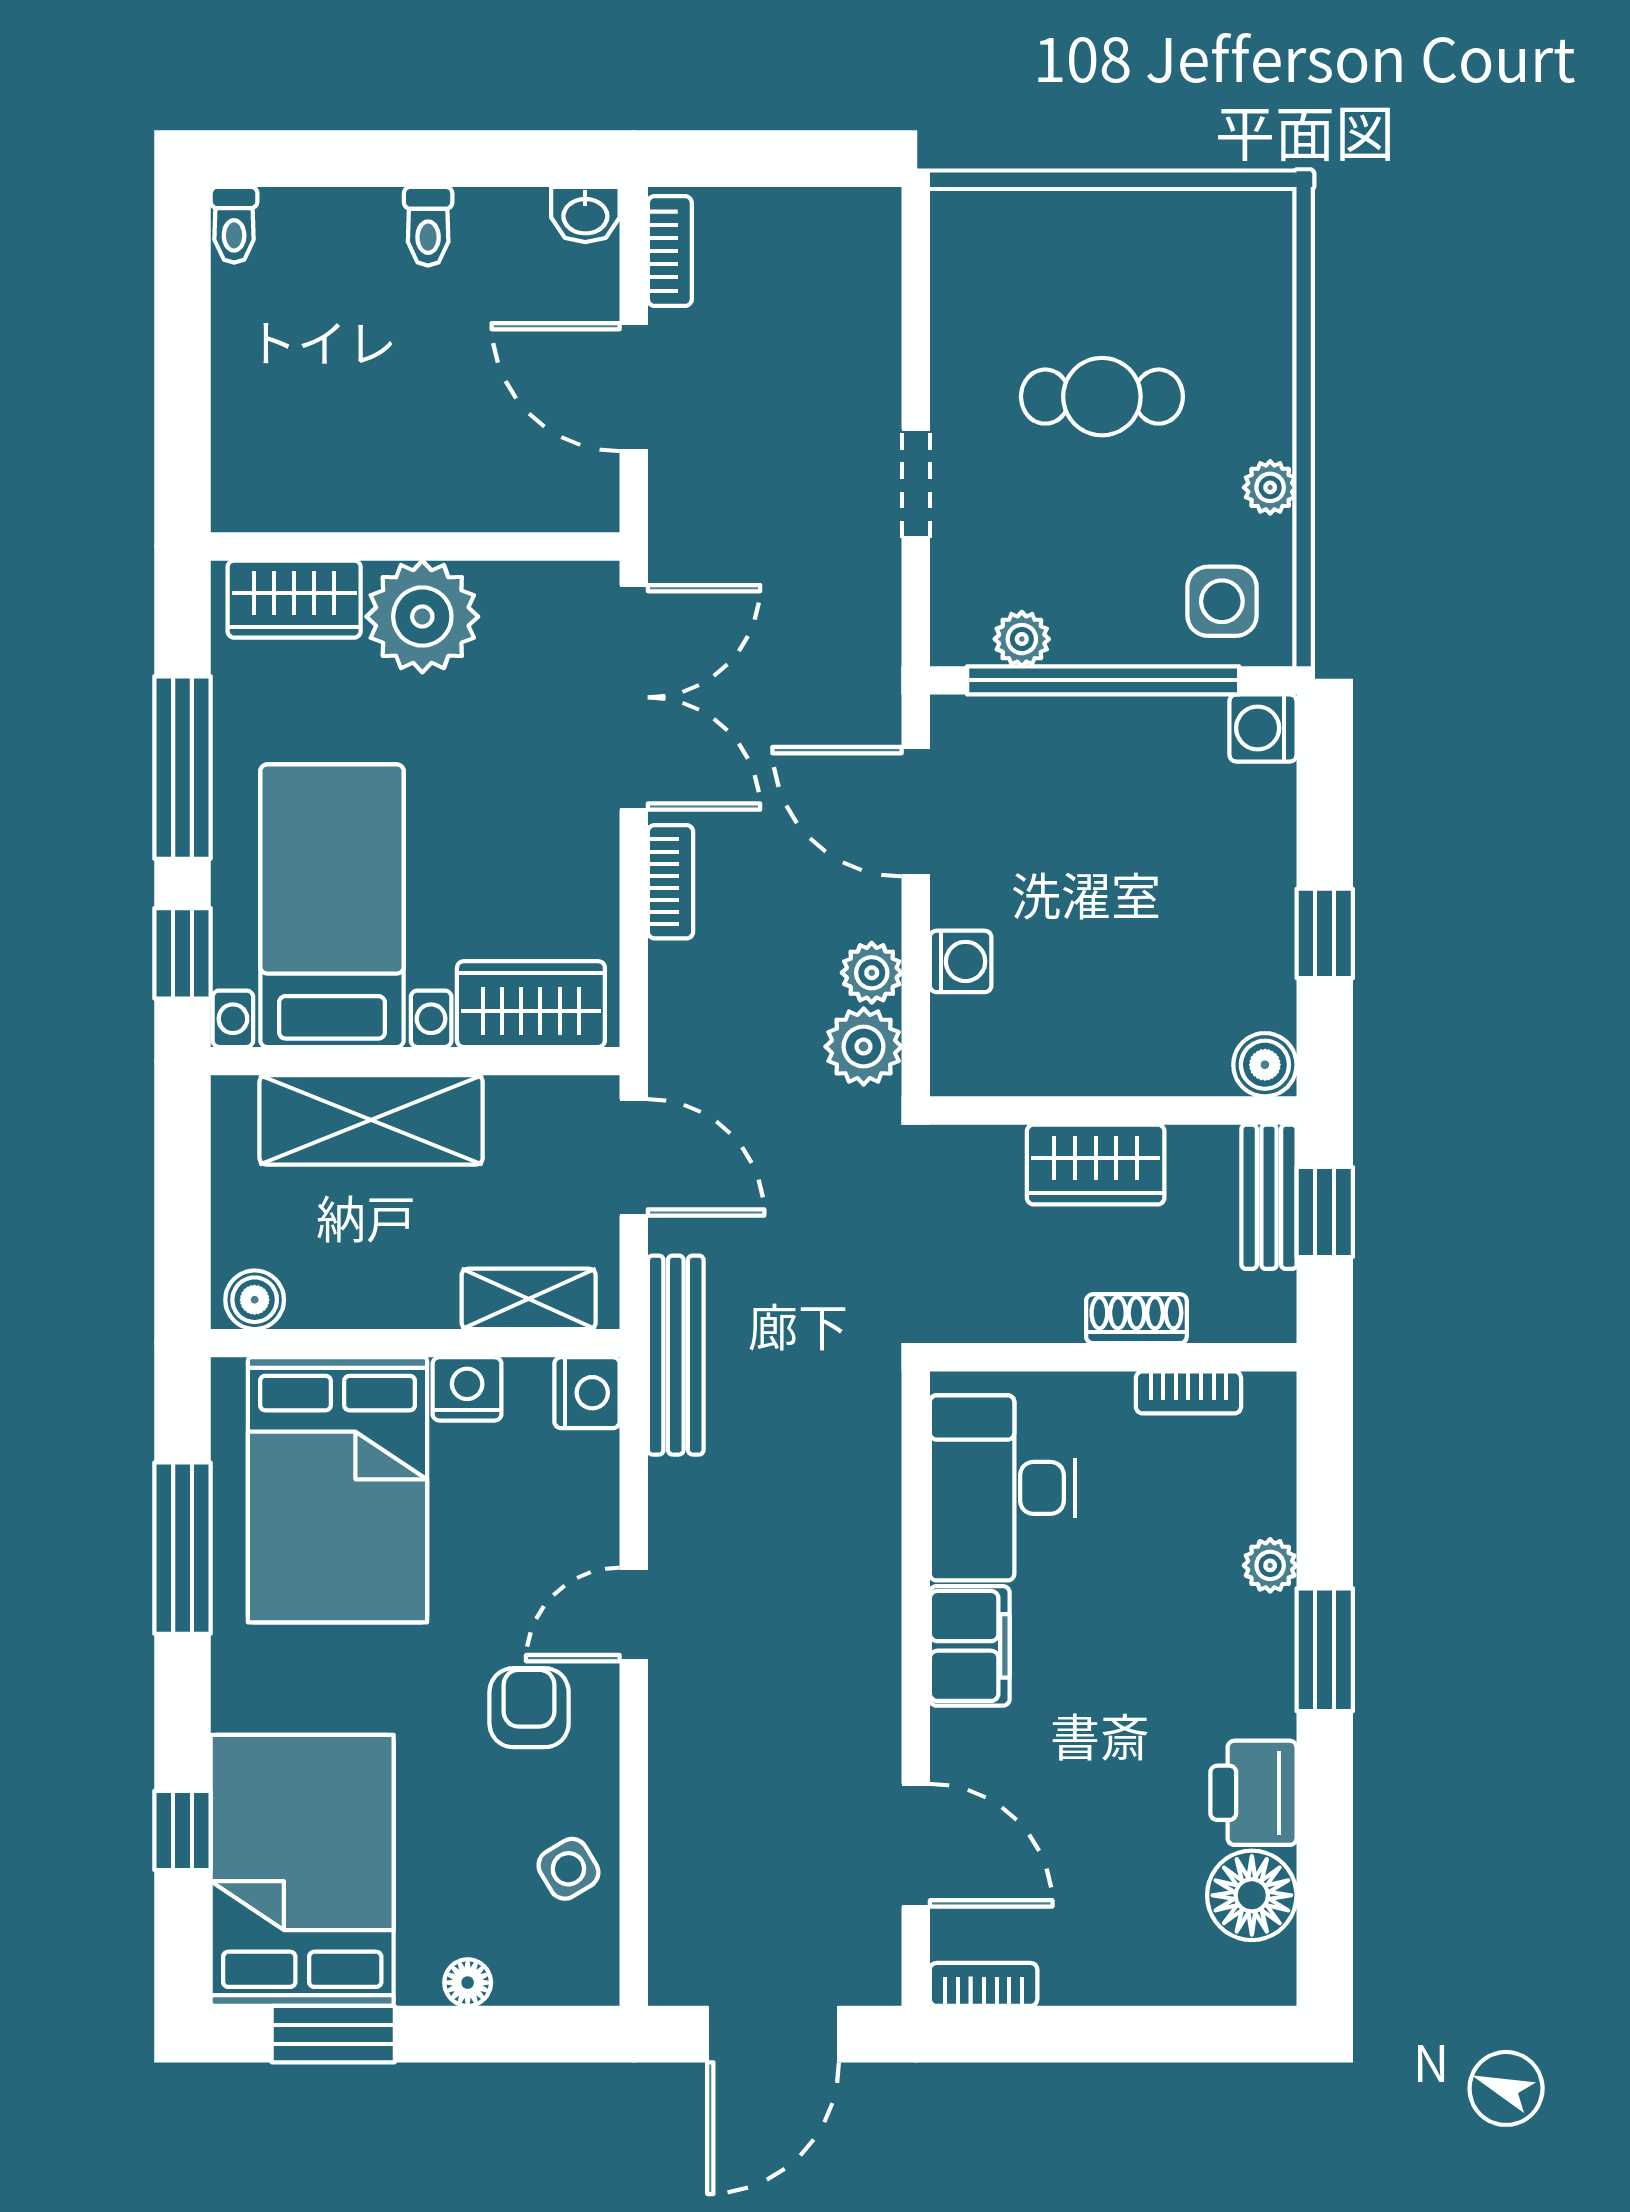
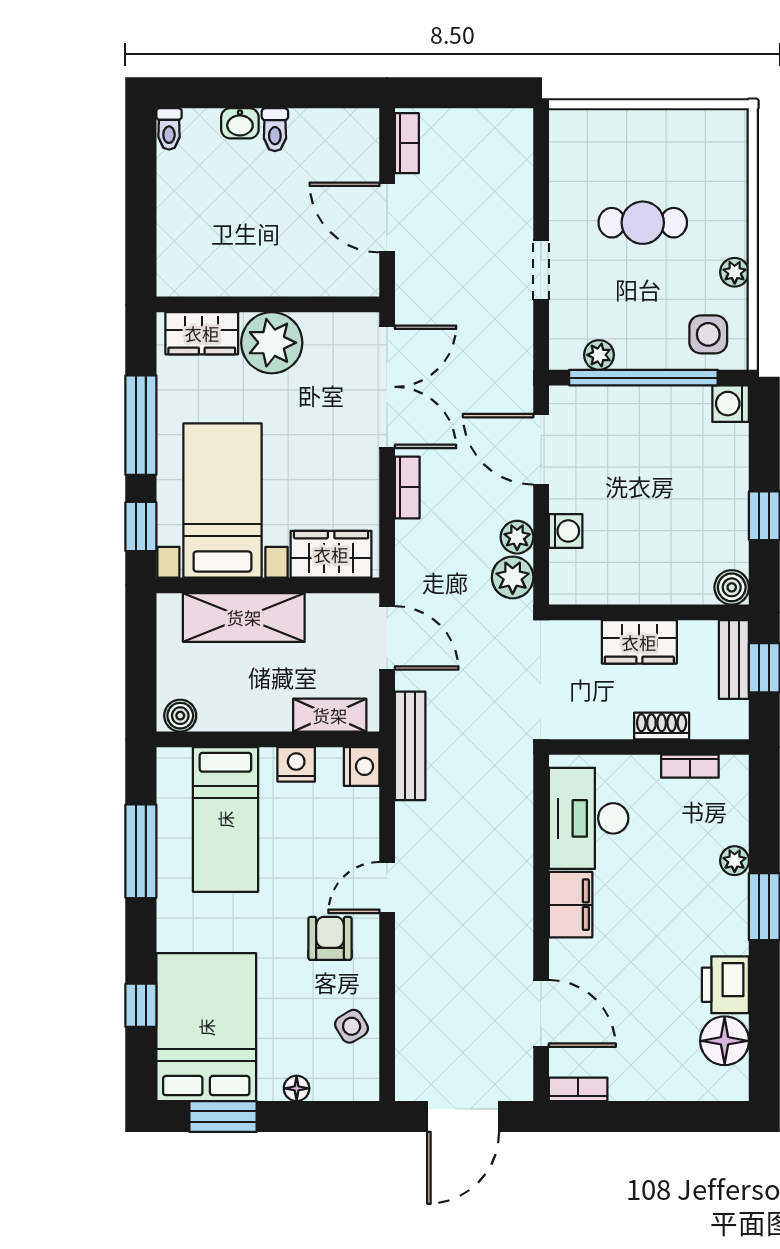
washbasin: (585, 215) -> (240, 123), moved
bed: (338, 1490) -> (225, 819), width x0.67

